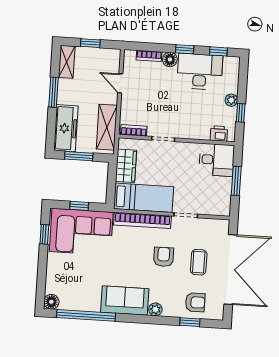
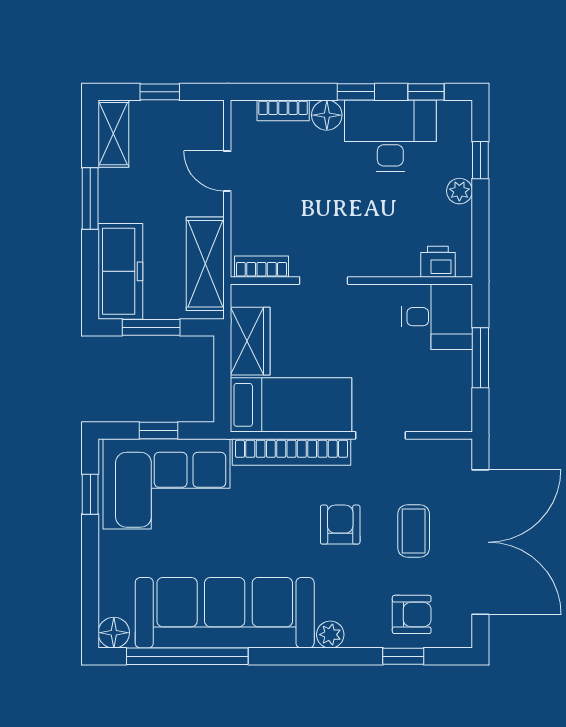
window: (241, 113) -> (480, 160), moved
sofa: (125, 301) -> (225, 613), width x1.85, depth x1.27

